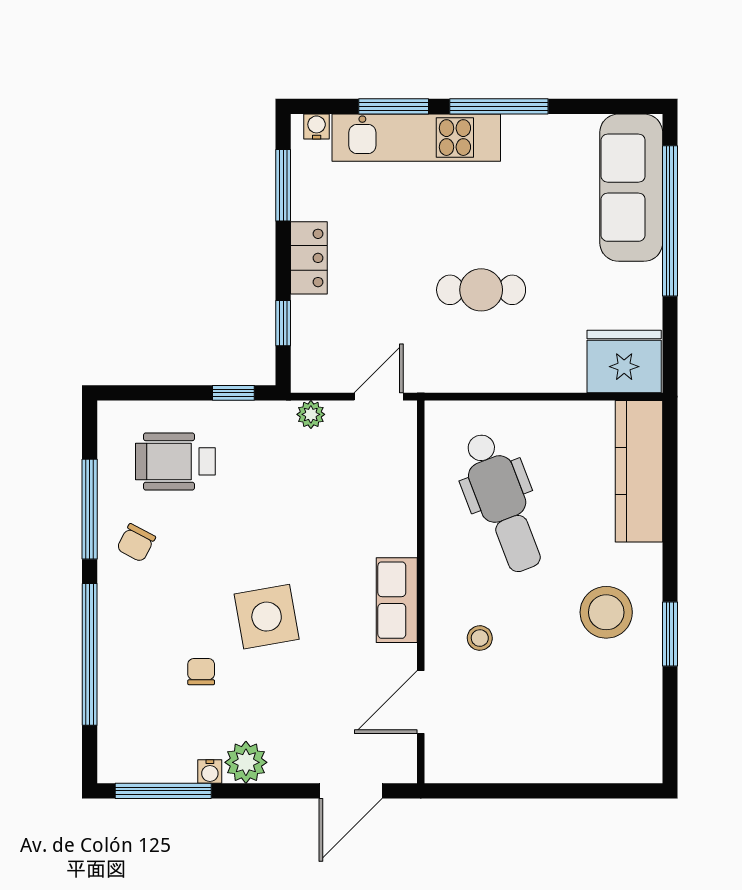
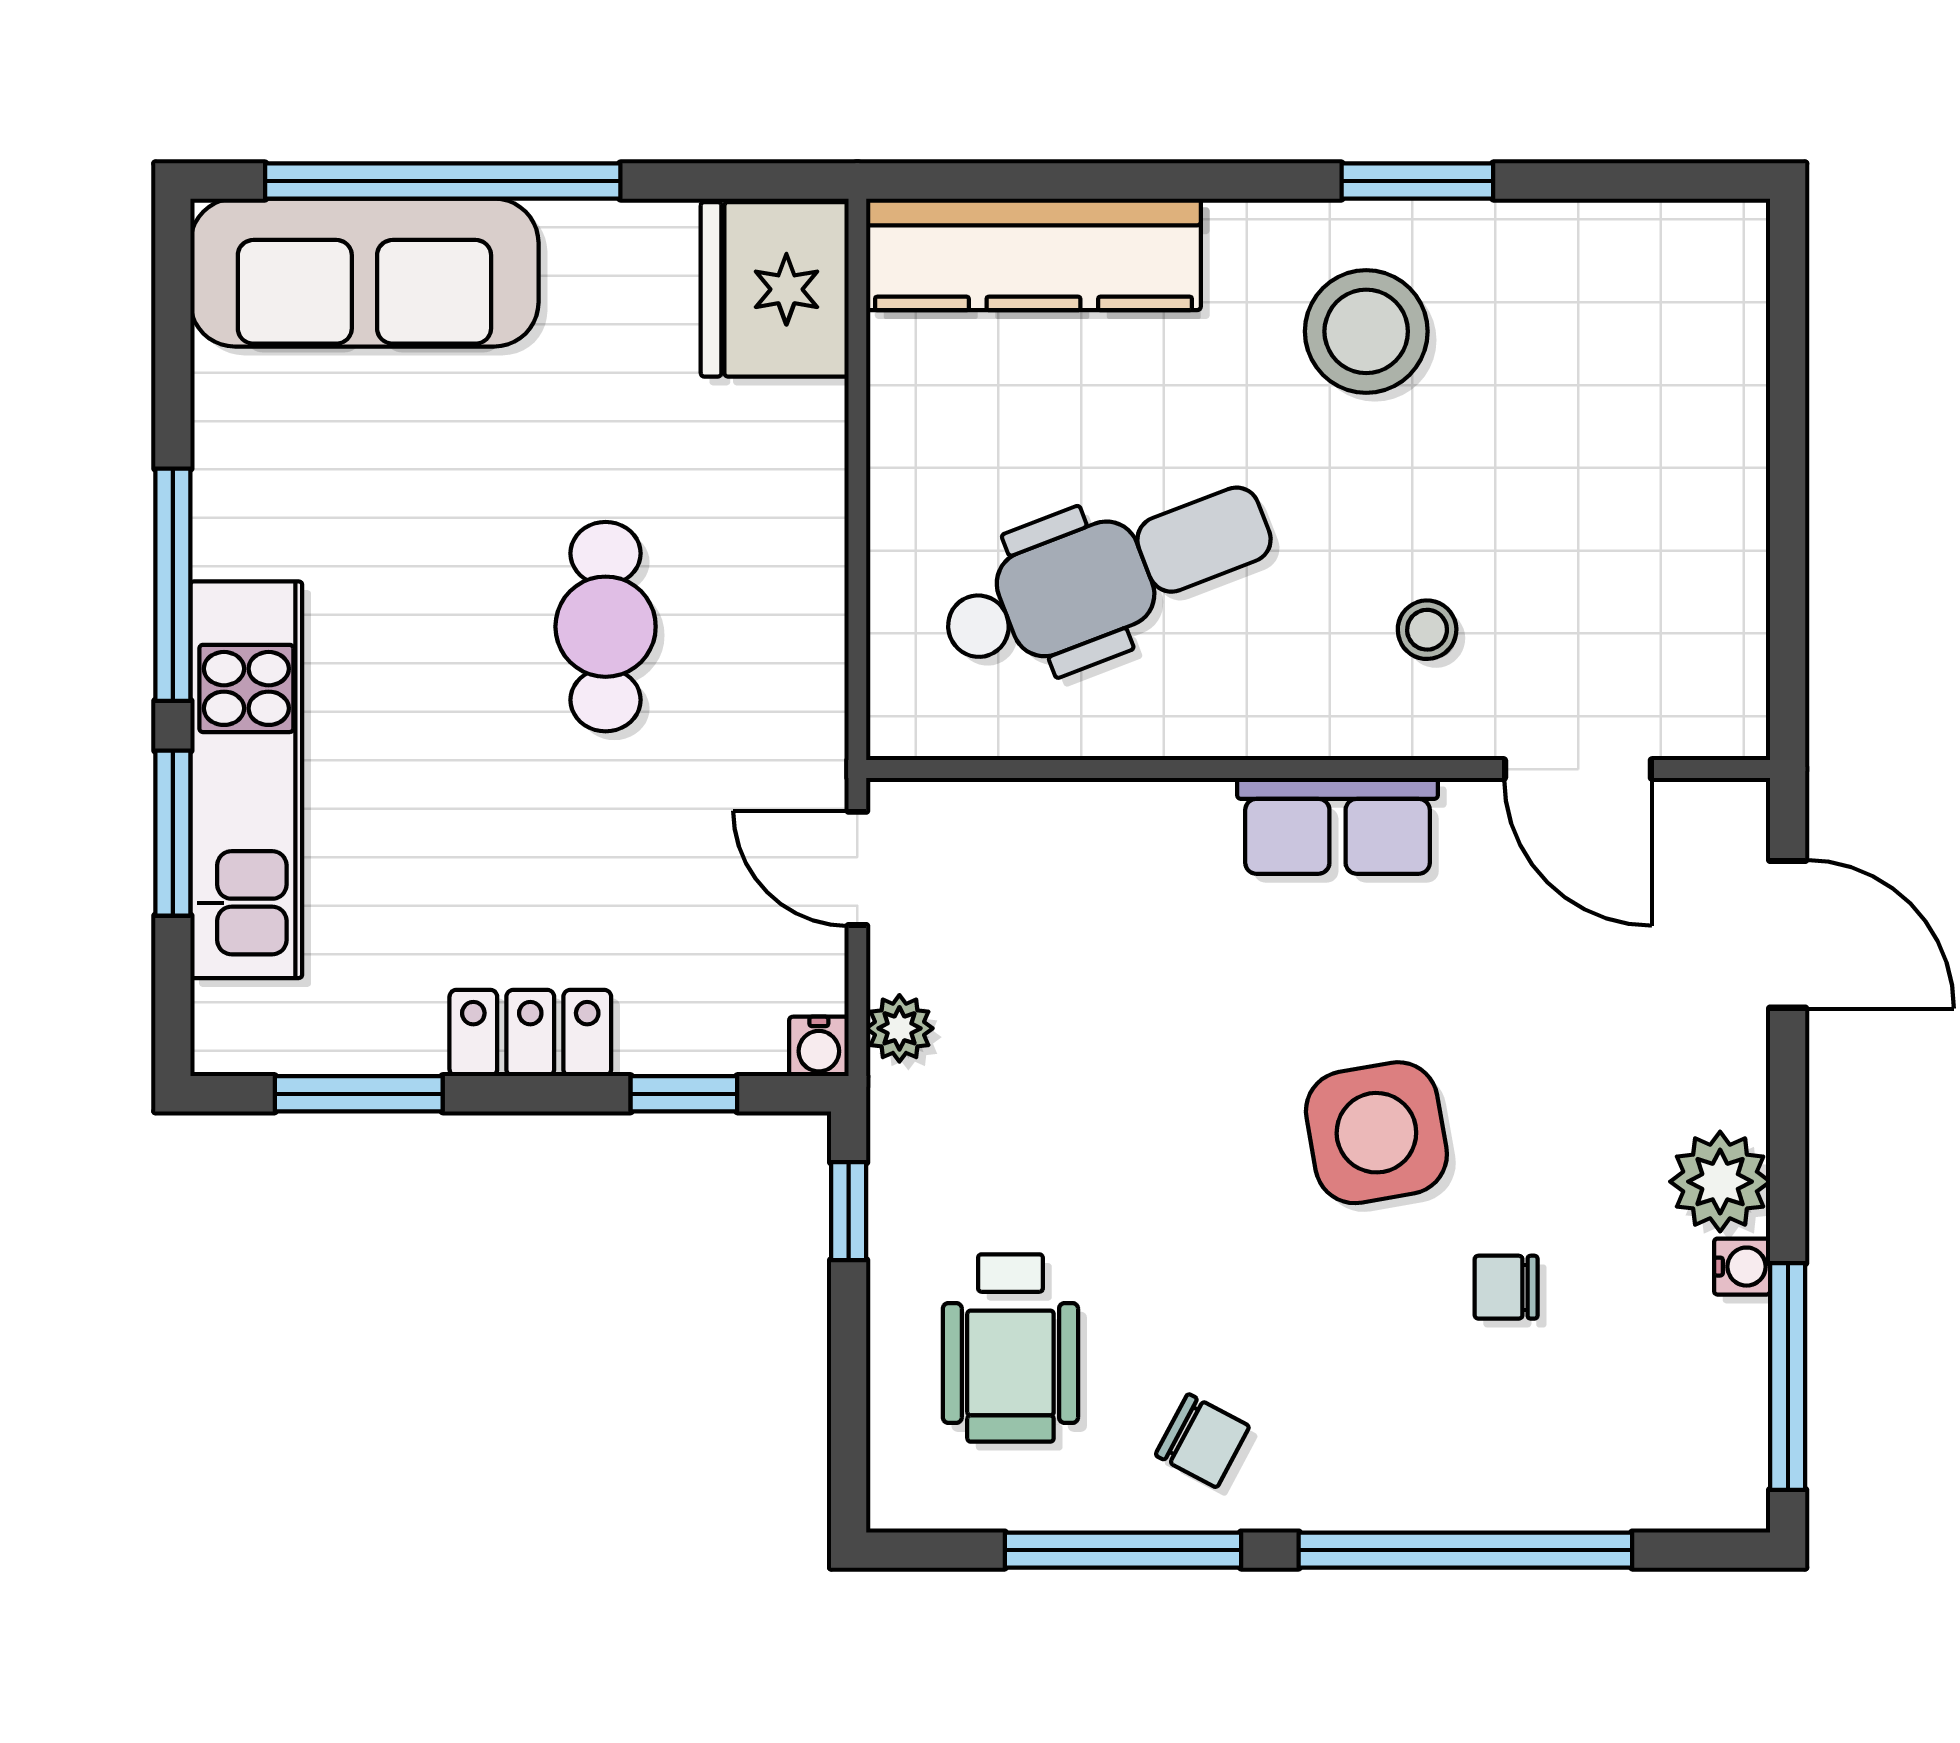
water cooler: (317, 126) -> (819, 1046), moved, turned -90

